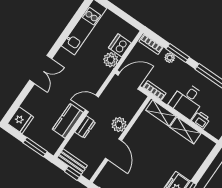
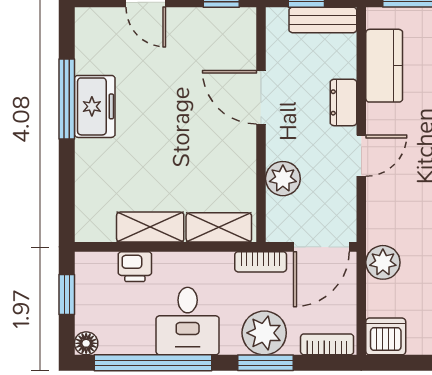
dishwasher: (120, 45) -> (386, 336), moved, turned -90
plant: (170, 58) -> (264, 333), width x1.87, depth x1.87
desk: (187, 101) -> (188, 321), moved, turned 180
kitchen counter: (68, 121) -> (384, 66), moved
plant: (119, 125) -> (283, 179), moved

